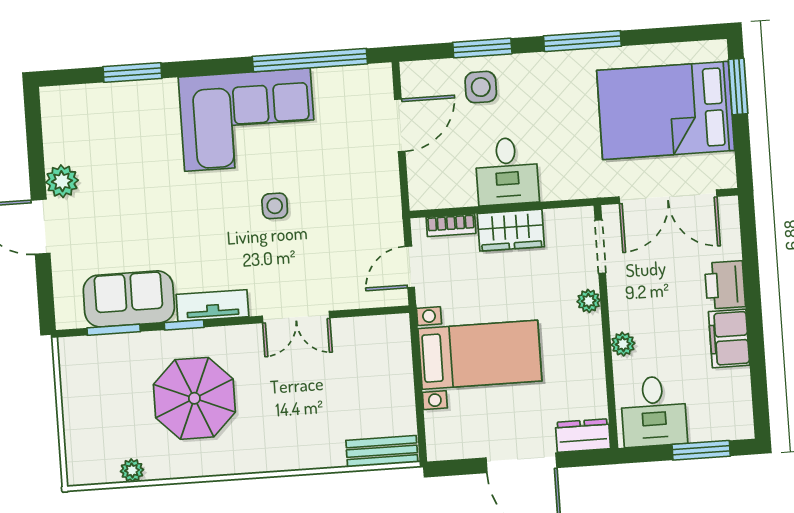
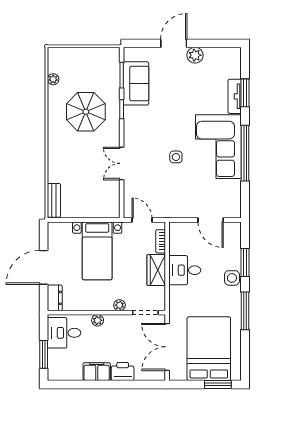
window: (310, 60) -> (245, 153), moved
side table: (481, 87) -> (232, 278), moved
tv unit: (212, 306) -> (235, 96), moved, turned 180

